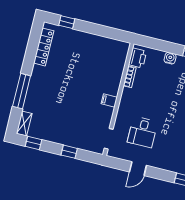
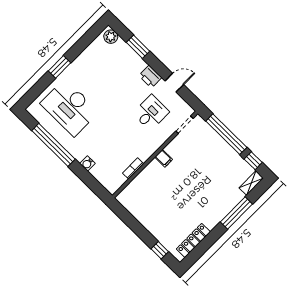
printer: (138, 58) -> (150, 77), moved, turned -90
window: (69, 152) -> (226, 134), width x3.17

